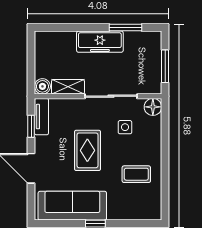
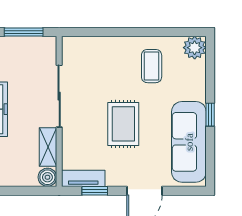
floor lamp: (153, 107) -> (72, 46), removed
side table: (125, 127) -> (96, 79), removed
rug: (87, 150) -> (123, 124), turned 90
plant: (152, 210) -> (195, 48), added

